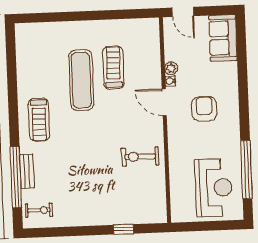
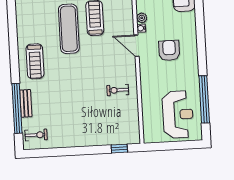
exercise bike: (140, 157) -> (118, 90), width x0.73, depth x0.72
window: (124, 229) -> (119, 149), moved

